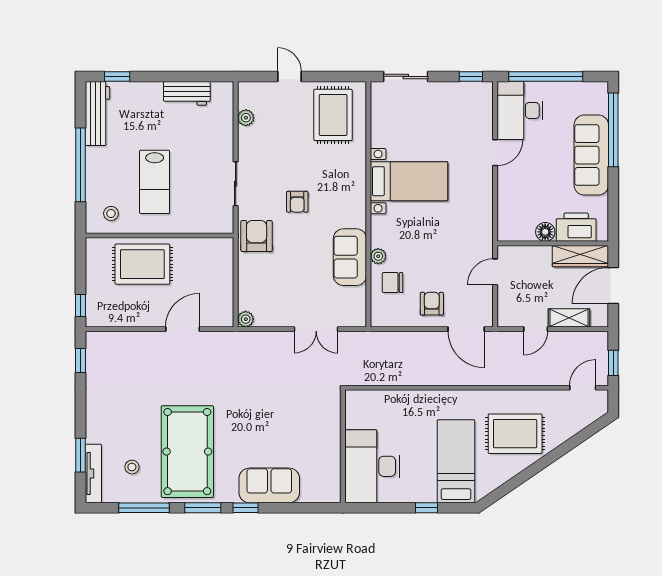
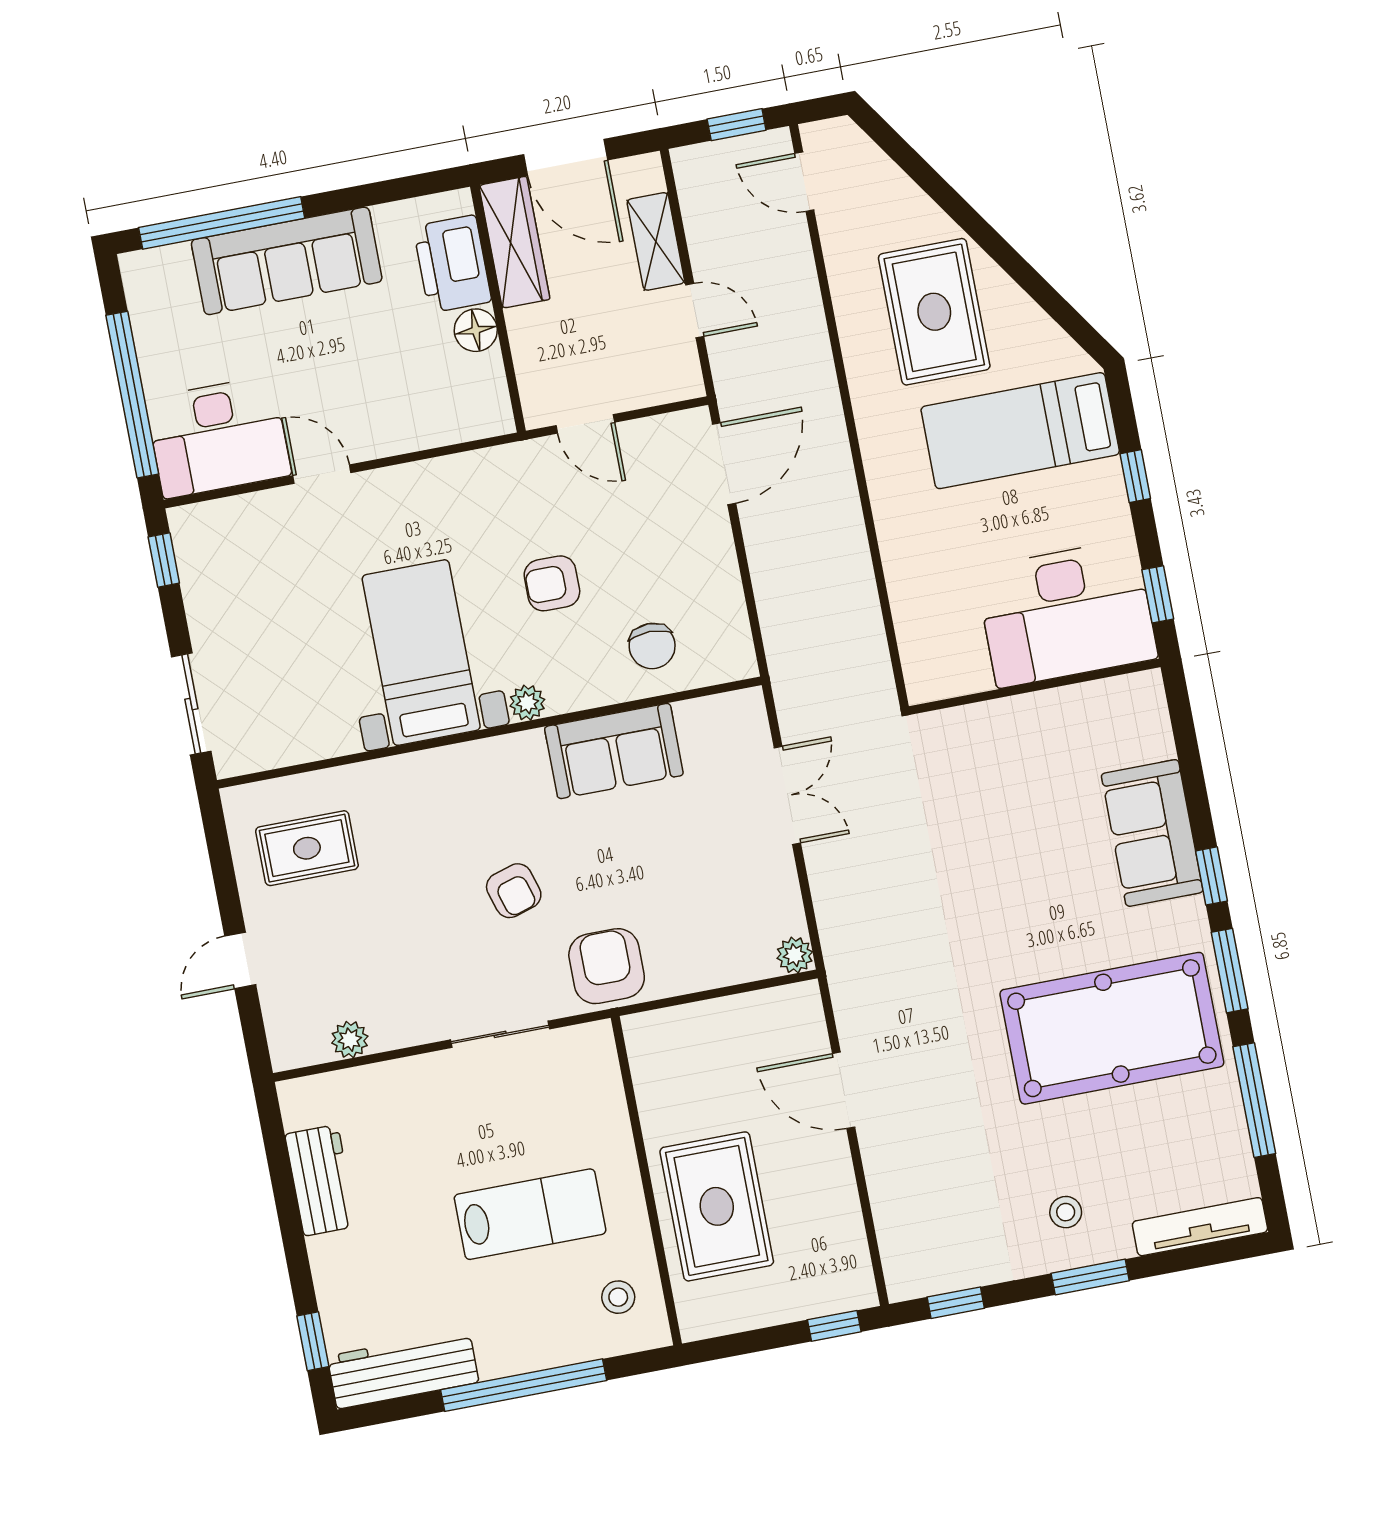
rug: (333, 115) -> (307, 848), width x0.73, depth x0.70
armchair: (297, 202) -> (514, 891), turned 73
armchair: (257, 236) -> (607, 966), turned 90
plant: (378, 256) -> (527, 703), moved
armchair: (432, 304) -> (552, 583), moved
window: (80, 455) -> (1090, 1277), moved
stool: (132, 467) -> (1066, 1212), moved
window: (373, 508) -> (1158, 594), added

